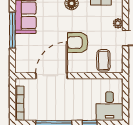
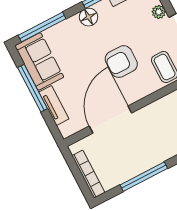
tv unit: (20, 48) -> (54, 106), added

